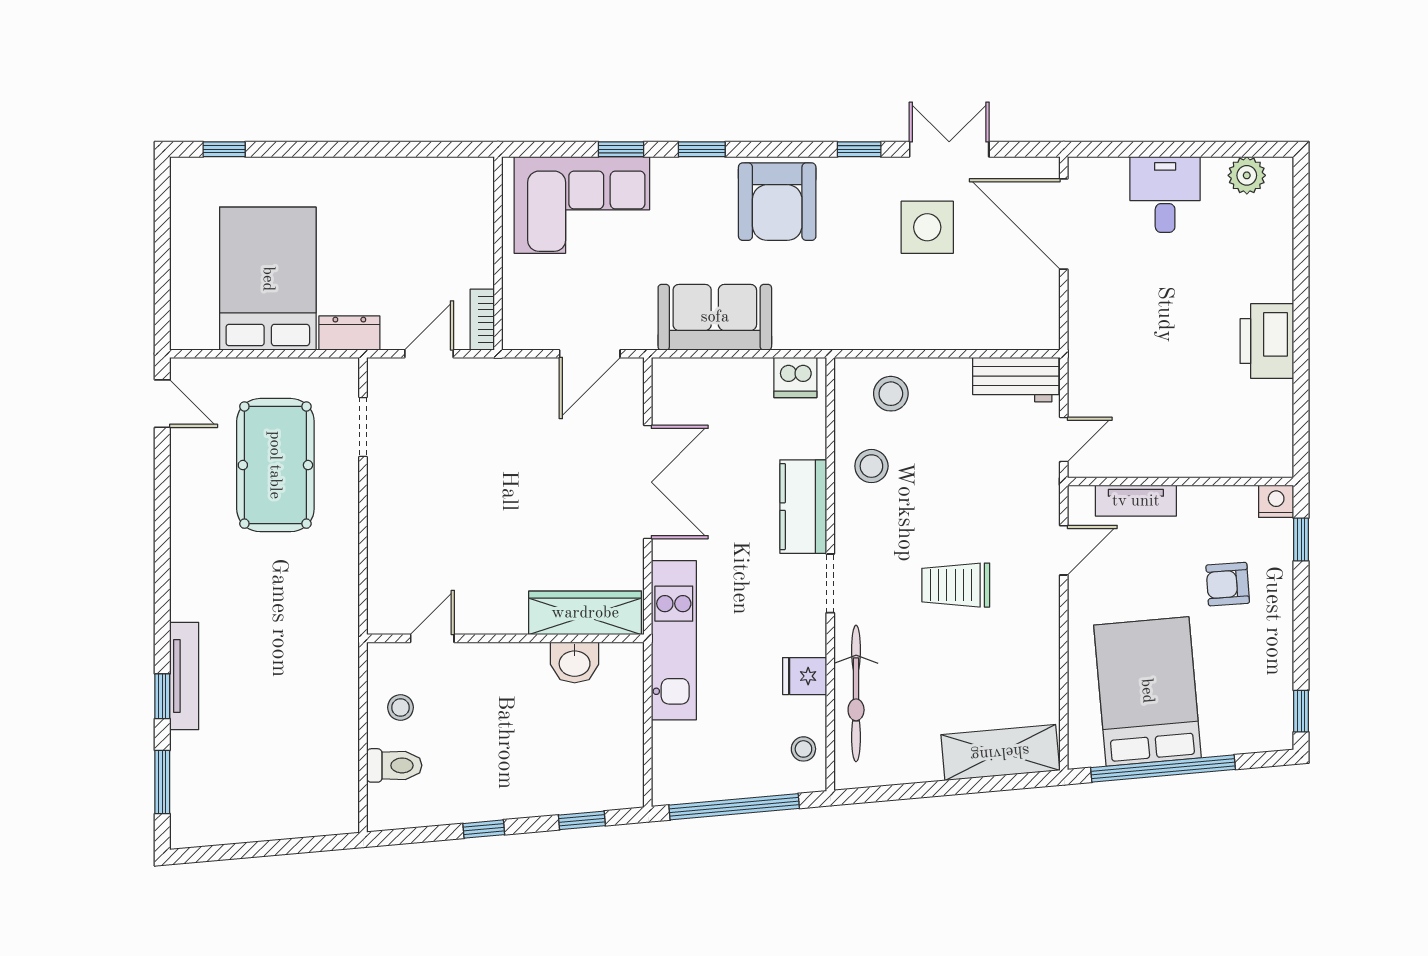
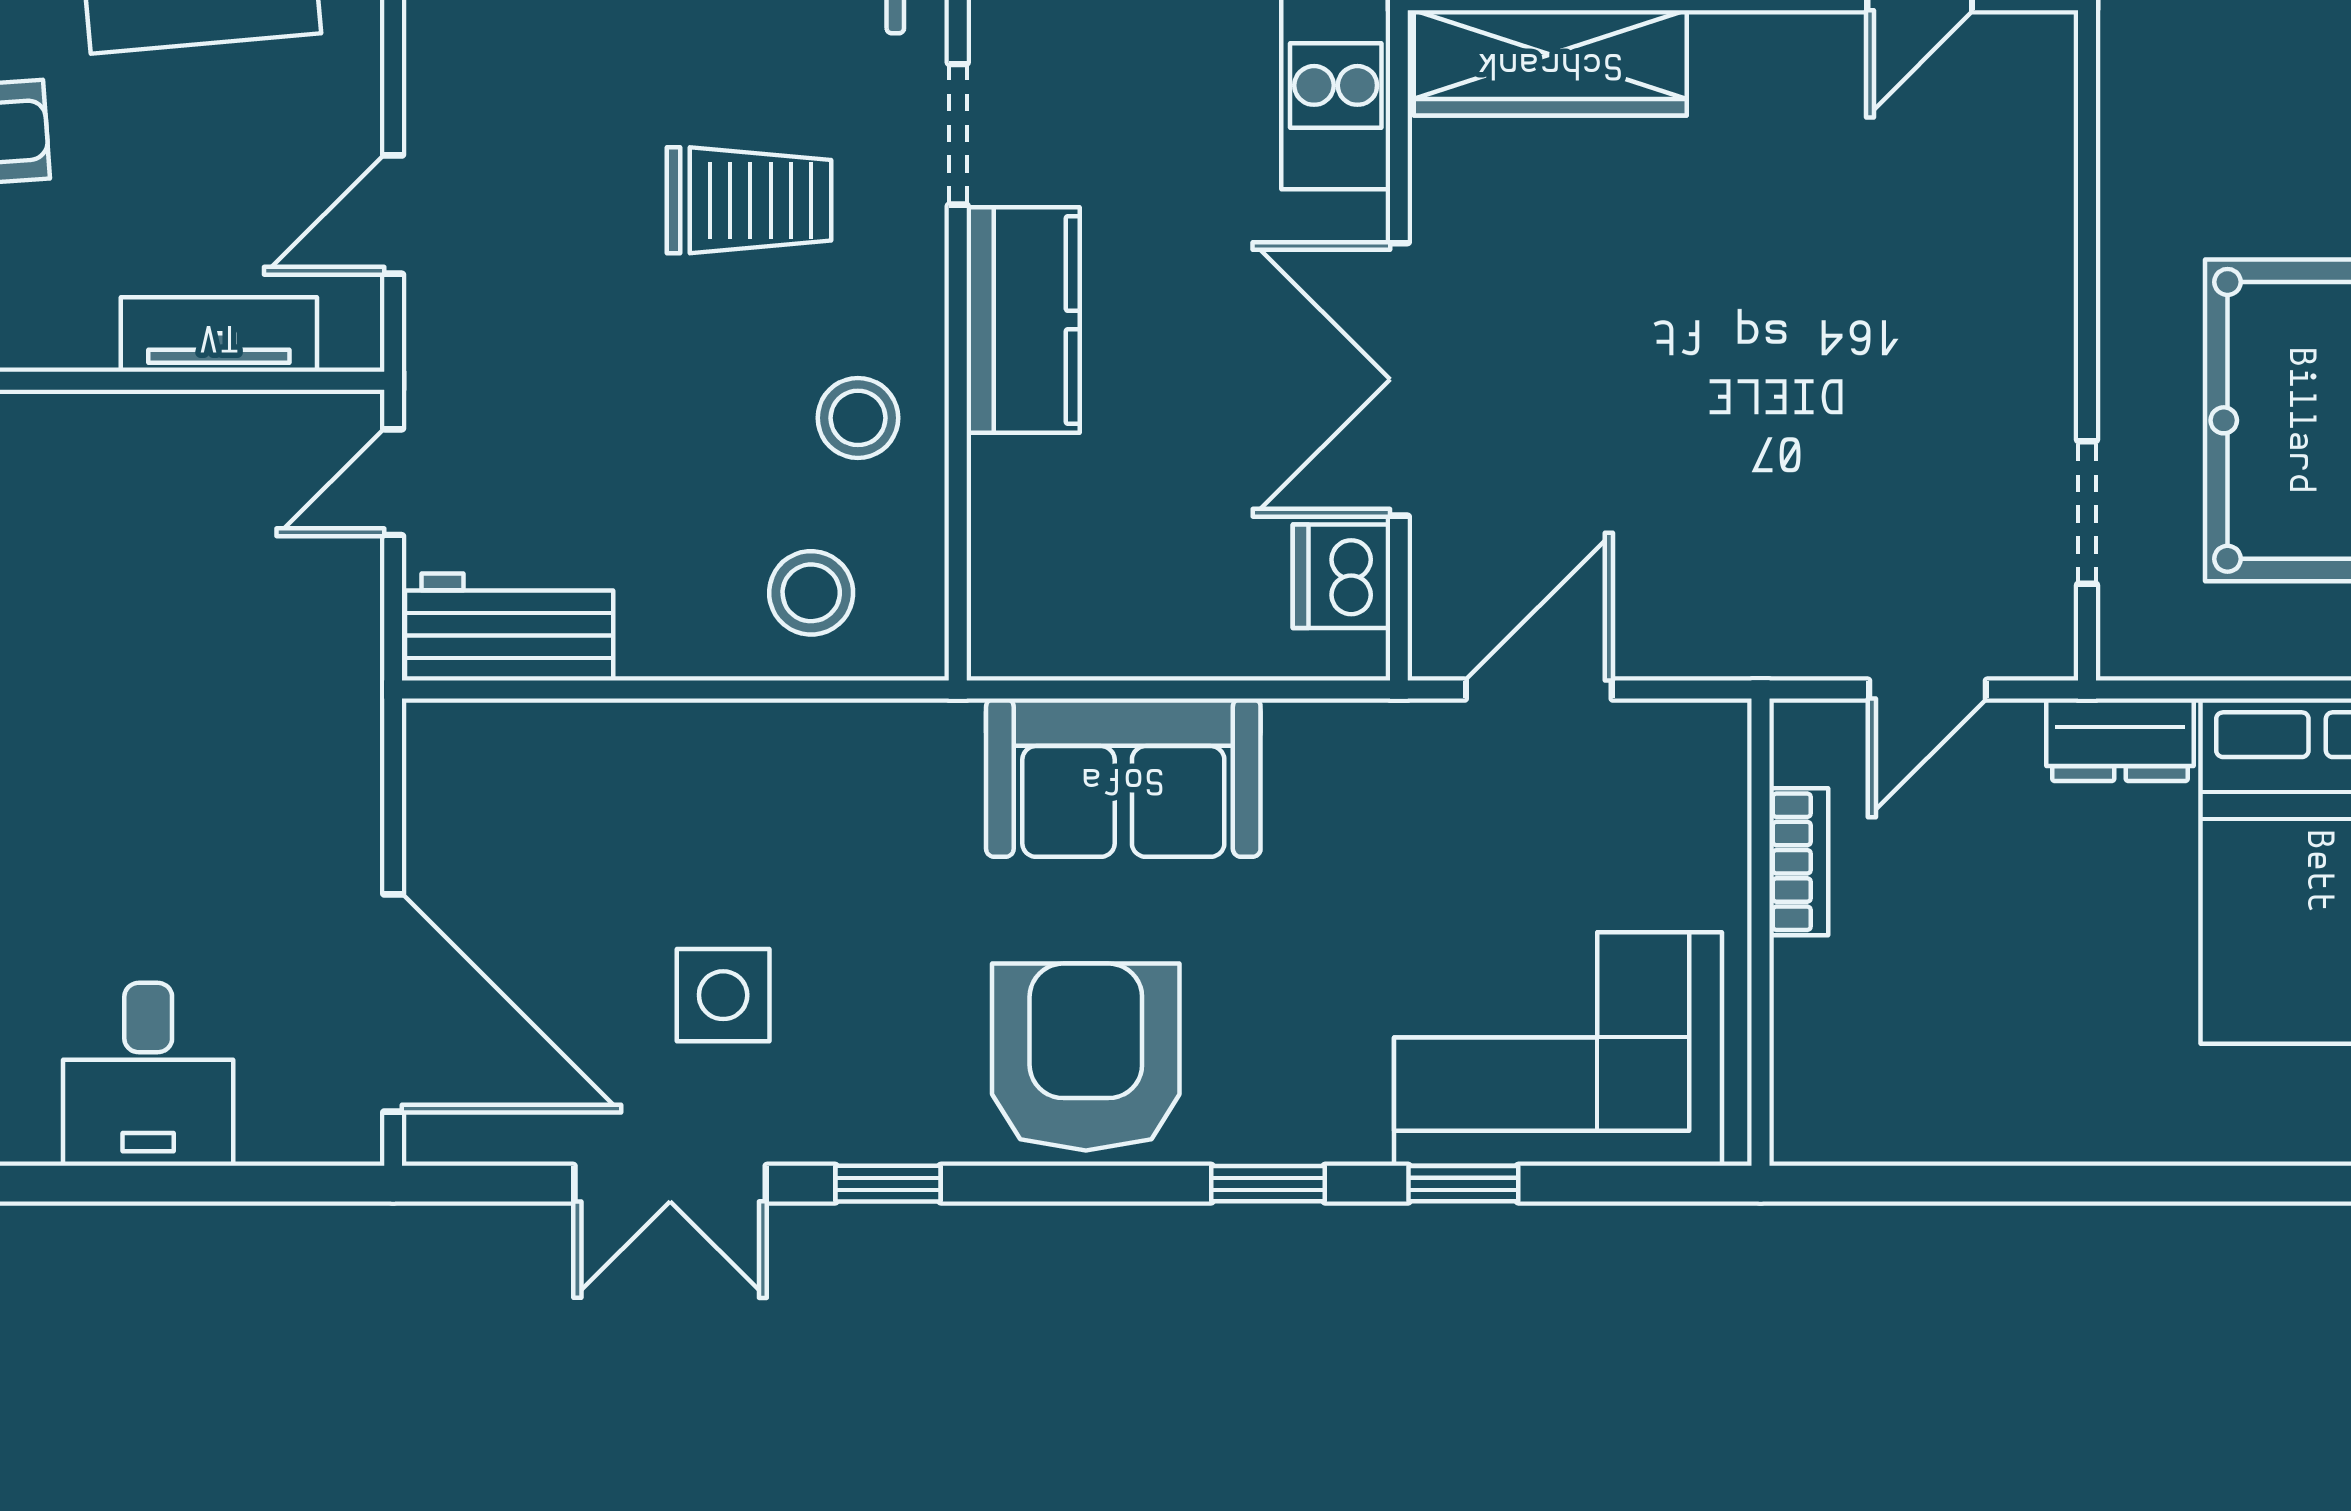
side table: (927, 227) -> (723, 995), width x0.73, depth x0.73
sofa: (715, 317) -> (1123, 778), moved
bookcase: (482, 320) -> (1799, 862), moved
dishwasher: (795, 377) -> (1341, 576), moved, turned -90
trolley: (956, 585) -> (749, 200), moved

